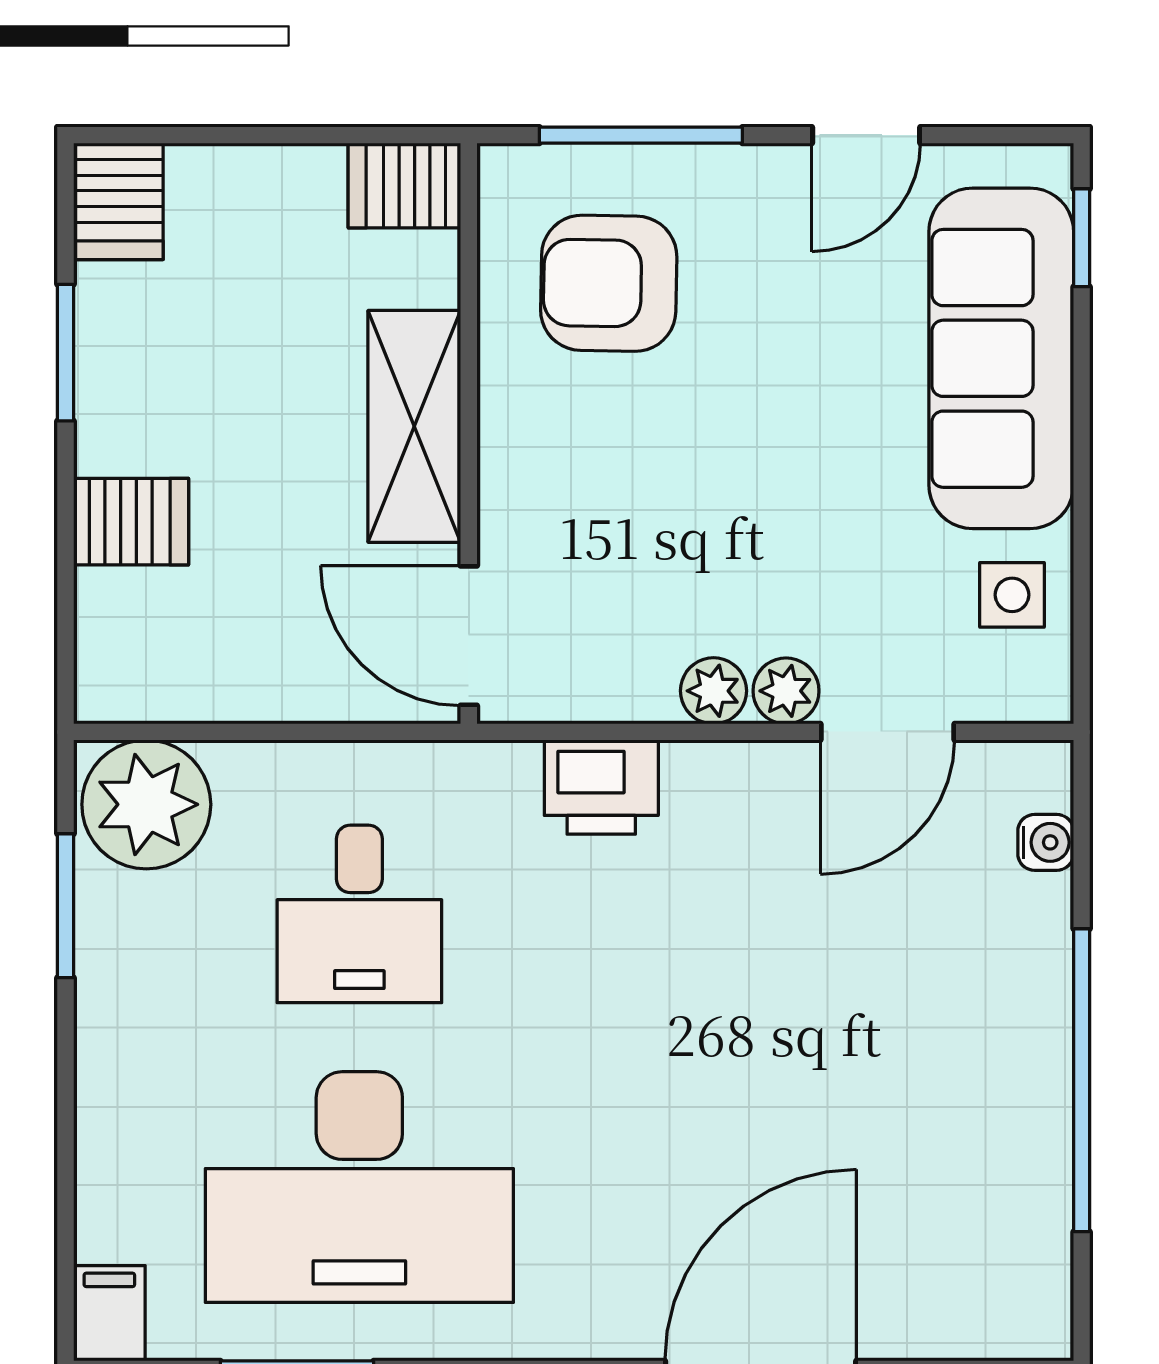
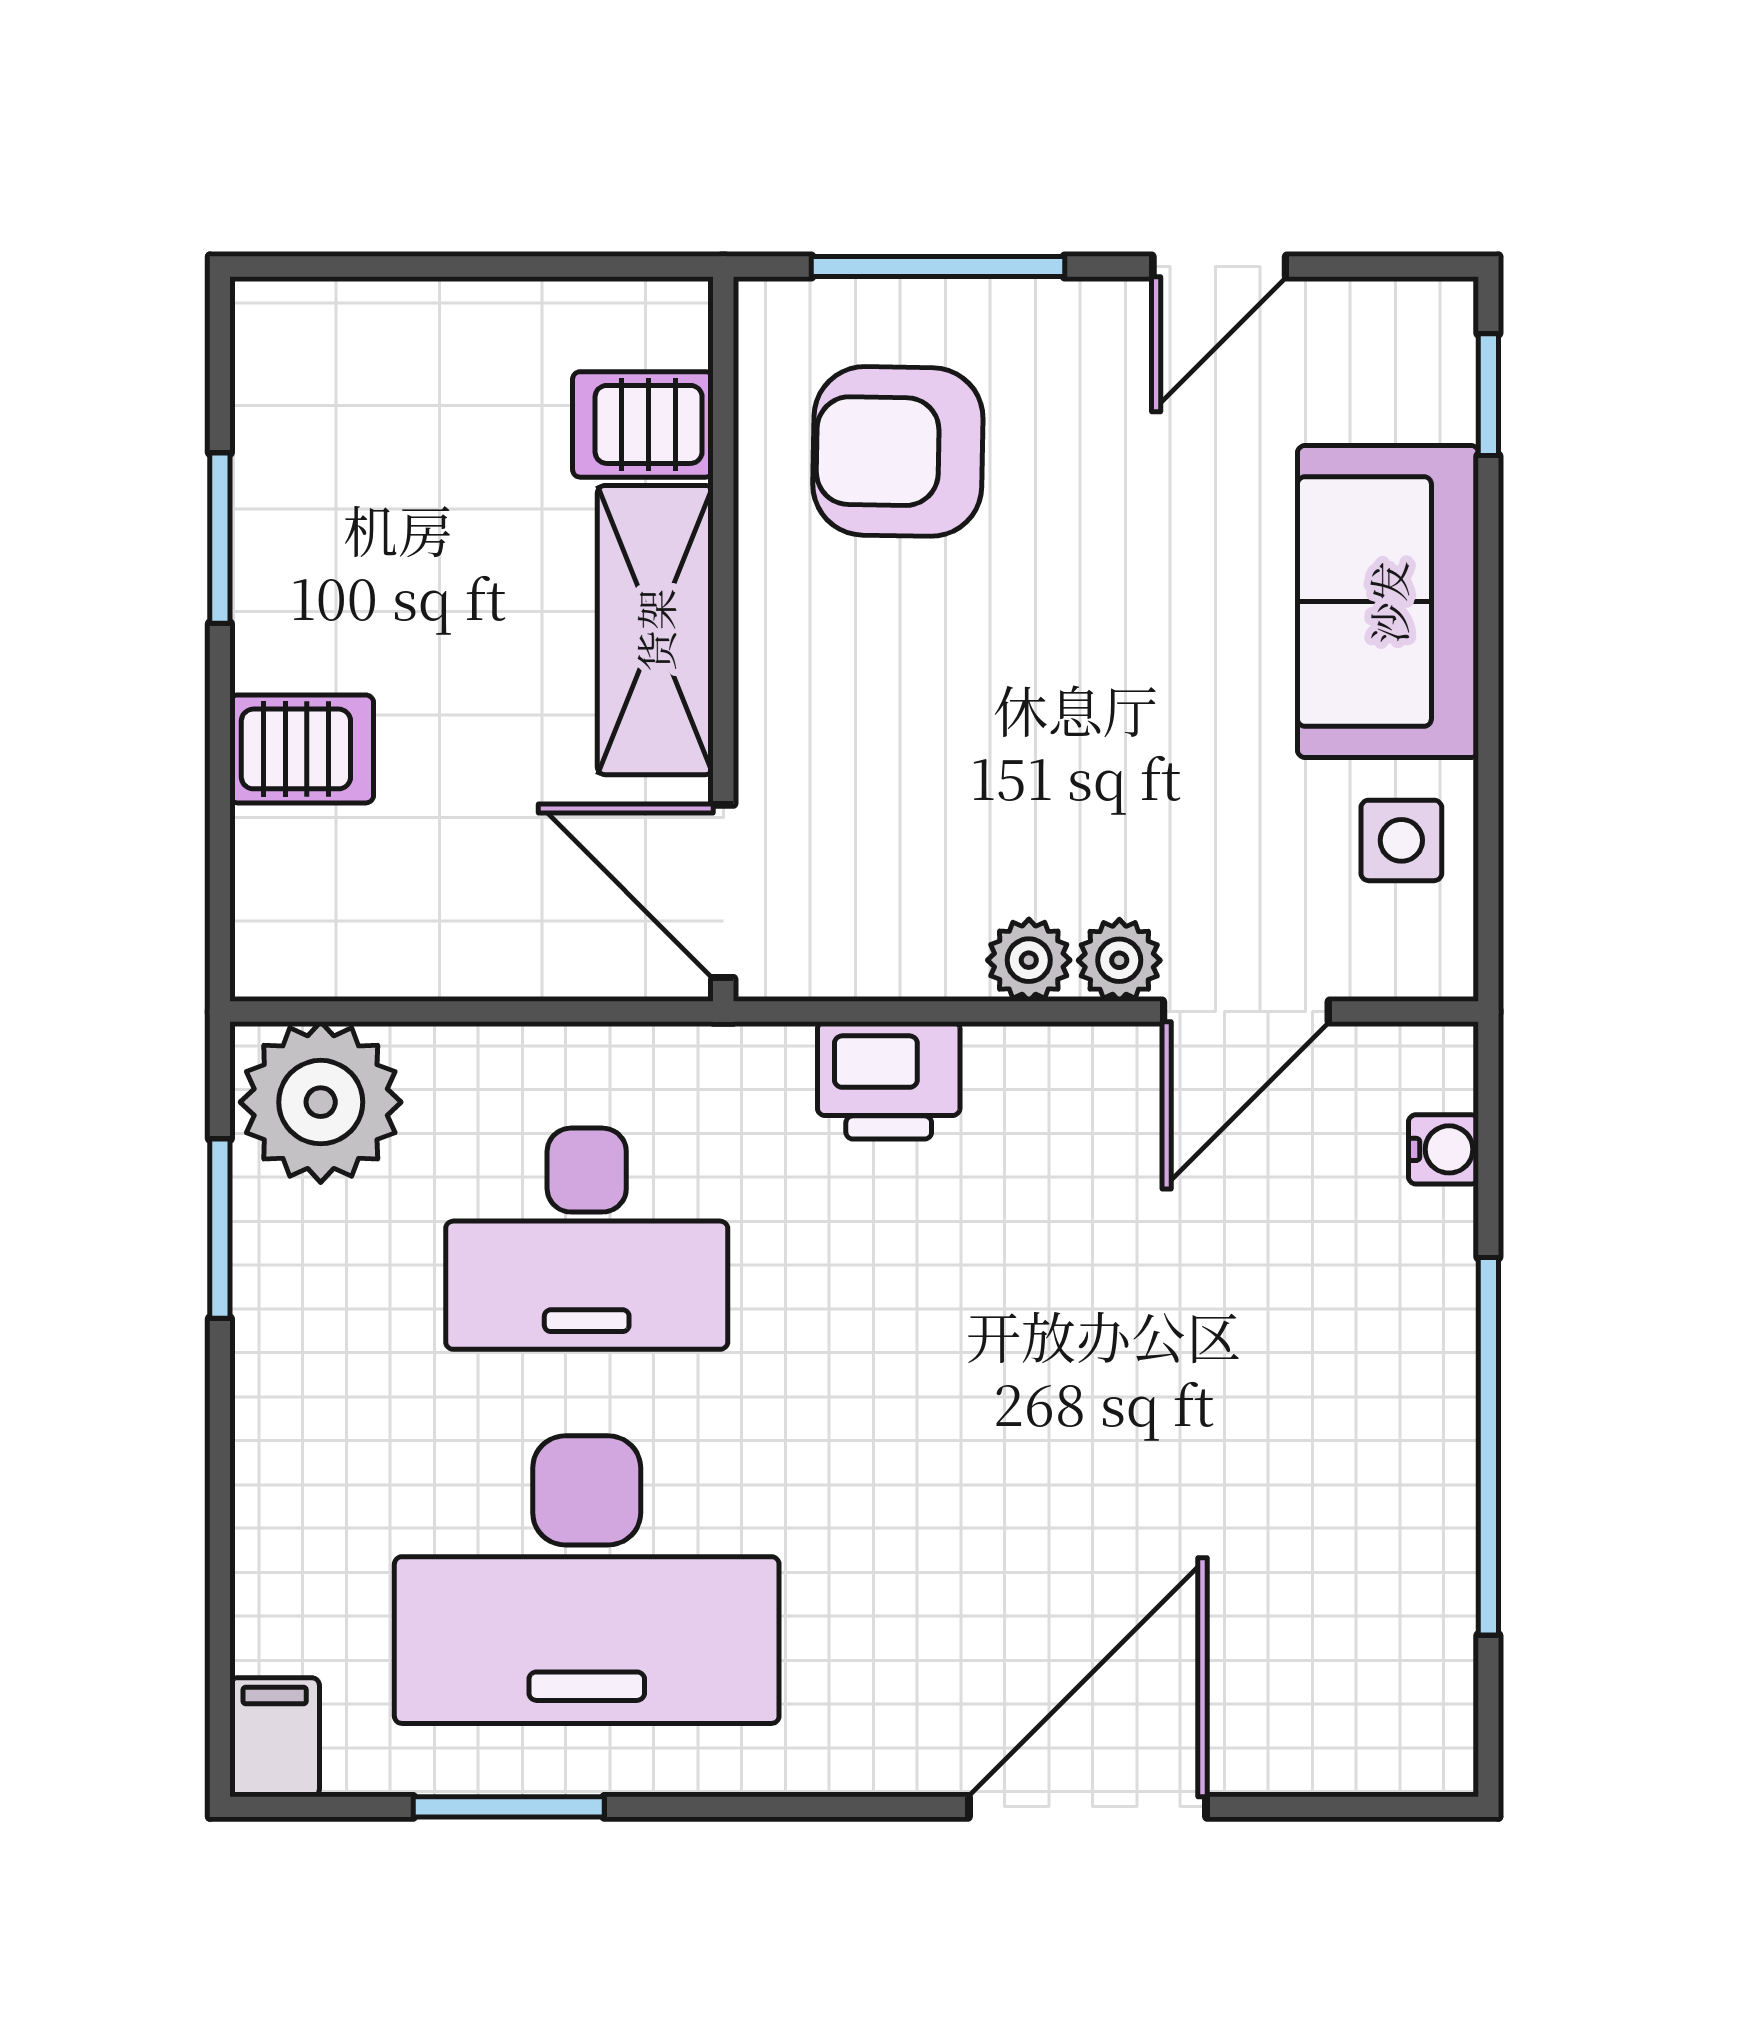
server rack: (404, 186) -> (643, 424), moved
server rack: (119, 201) -> (287, 349), removed
sofa: (1001, 358) -> (1388, 602), width x0.73
desk: (359, 914) -> (587, 1239), width x1.37

